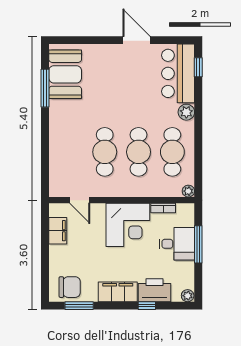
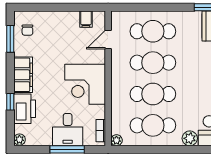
cafe table: (71, 152) -> (153, 31), added
bookcase: (163, 208) -> (101, 131), moved
filing cabinet: (58, 231) -> (86, 19), width x0.50
chair: (70, 287) -> (27, 30), width x0.54, depth x0.54

